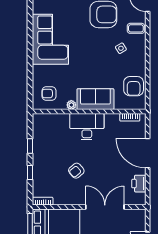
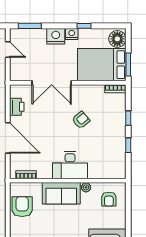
armchair: (49, 94) -> (109, 199), turned 90

